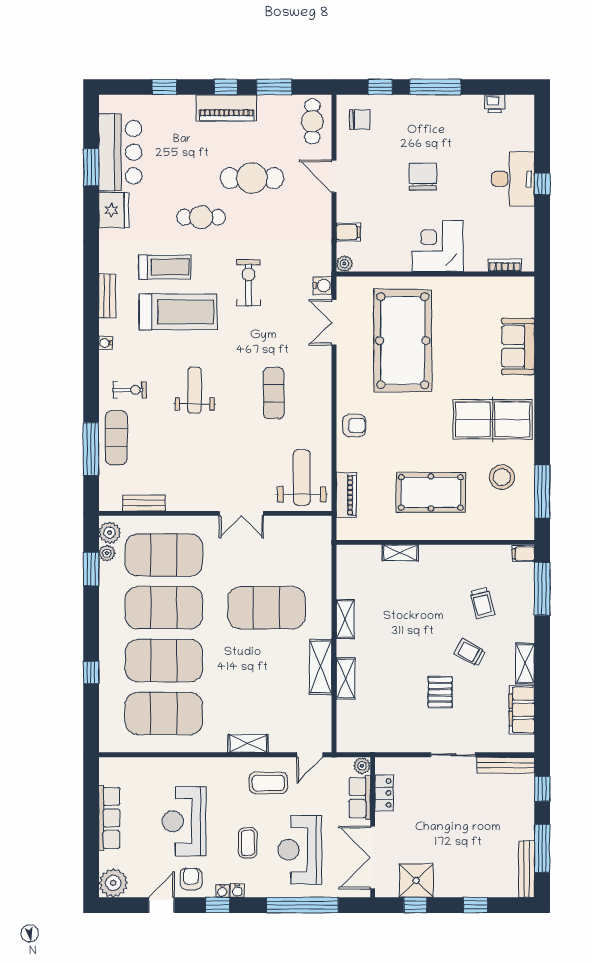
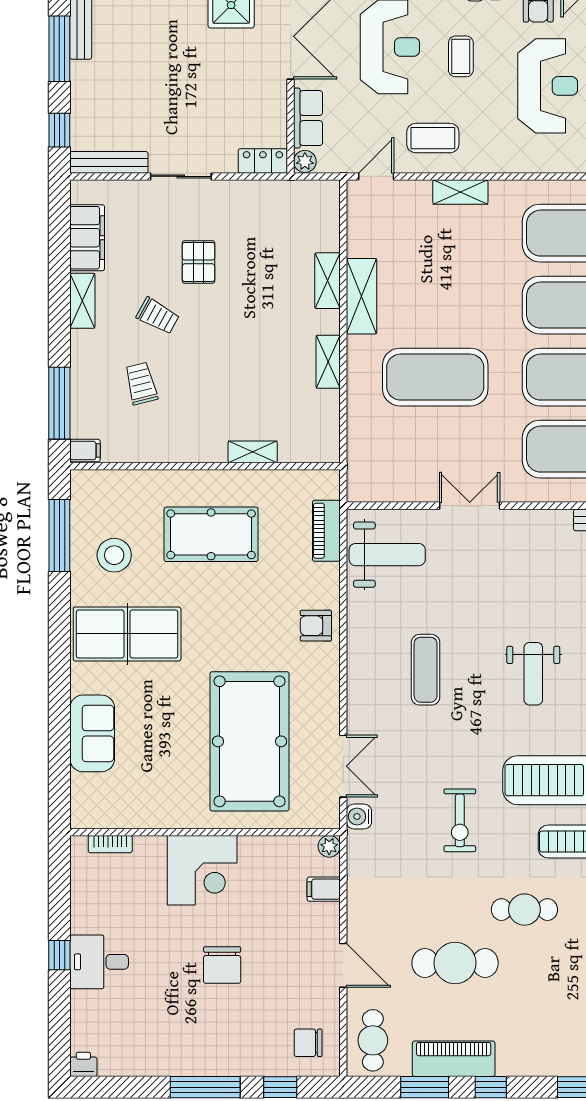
printer: (495, 104) -> (83, 1064), moved
piano: (227, 108) -> (454, 1059), moved
desk: (513, 179) -> (99, 962), width x0.73
weight bench: (302, 478) -> (387, 555), turned -90
locker: (384, 793) -> (263, 161), moved, turned 90

